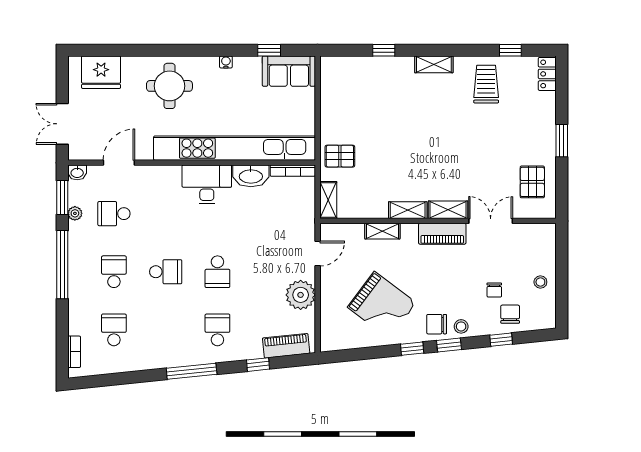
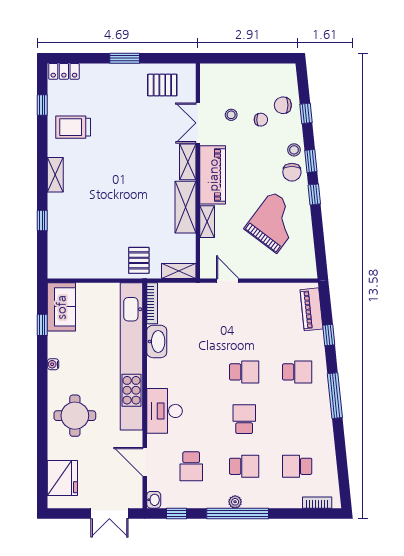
desk: (207, 184) -> (164, 411), moved
window: (62, 198) -> (177, 513), width x0.67
shelving: (408, 210) -> (185, 207), width x1.50, depth x1.33
plant: (75, 213) -> (235, 502), moved
piano: (442, 234) -> (213, 175), width x1.37, depth x1.33
school desk: (114, 272) -> (244, 466), turned 180
stool: (540, 282) -> (231, 115), moved
plant: (301, 295) -> (265, 296), removed
school desk: (217, 330) -> (297, 372), turned 180

